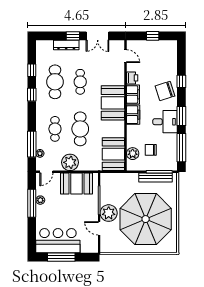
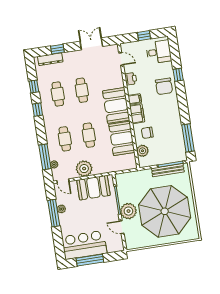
window: (73, 36) -> (57, 49), moved
double door: (98, 36) -> (91, 44), swing flipped
dresser: (66, 45) -> (50, 59), moved
cafe table: (55, 82) -> (58, 94), width x0.73, depth x0.74
chair: (165, 91) -> (164, 86), turned -72
filing cabinet: (133, 94) -> (135, 99), width x0.50
window: (181, 116) -> (183, 108), removed
desk: (165, 122) -> (159, 52), moved
cafe table: (80, 129) -> (89, 135), width x0.73, depth x0.74
chair: (151, 150) -> (147, 133), moved
booth: (113, 154) -> (122, 138), moved
door: (46, 172) -> (63, 181), hinge flipped

